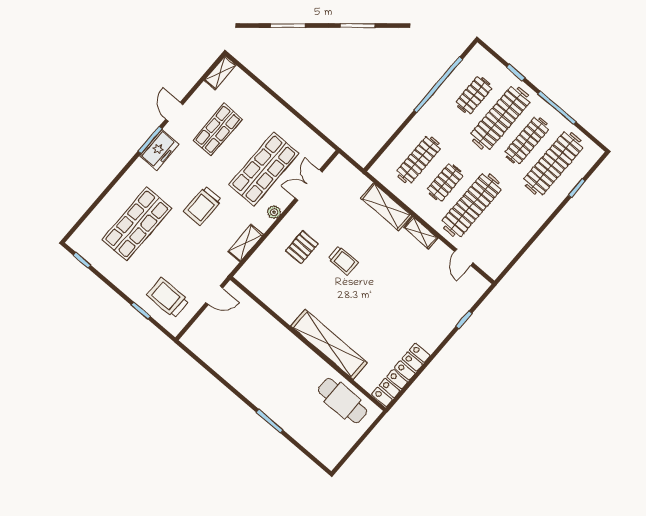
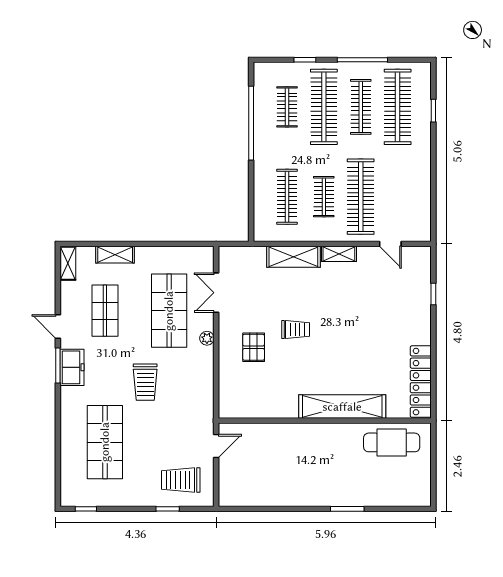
shelving: (246, 243) -> (115, 255), moved, turned 90

